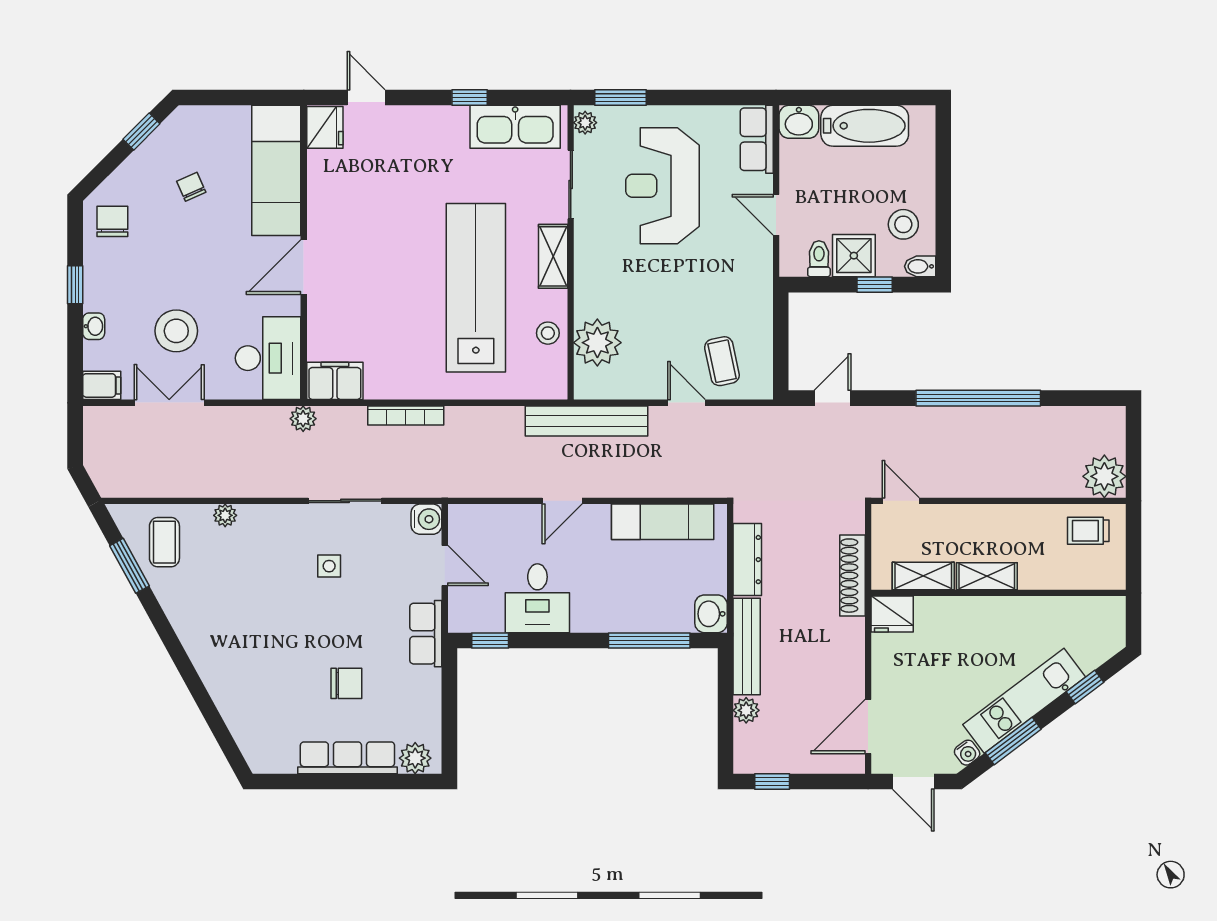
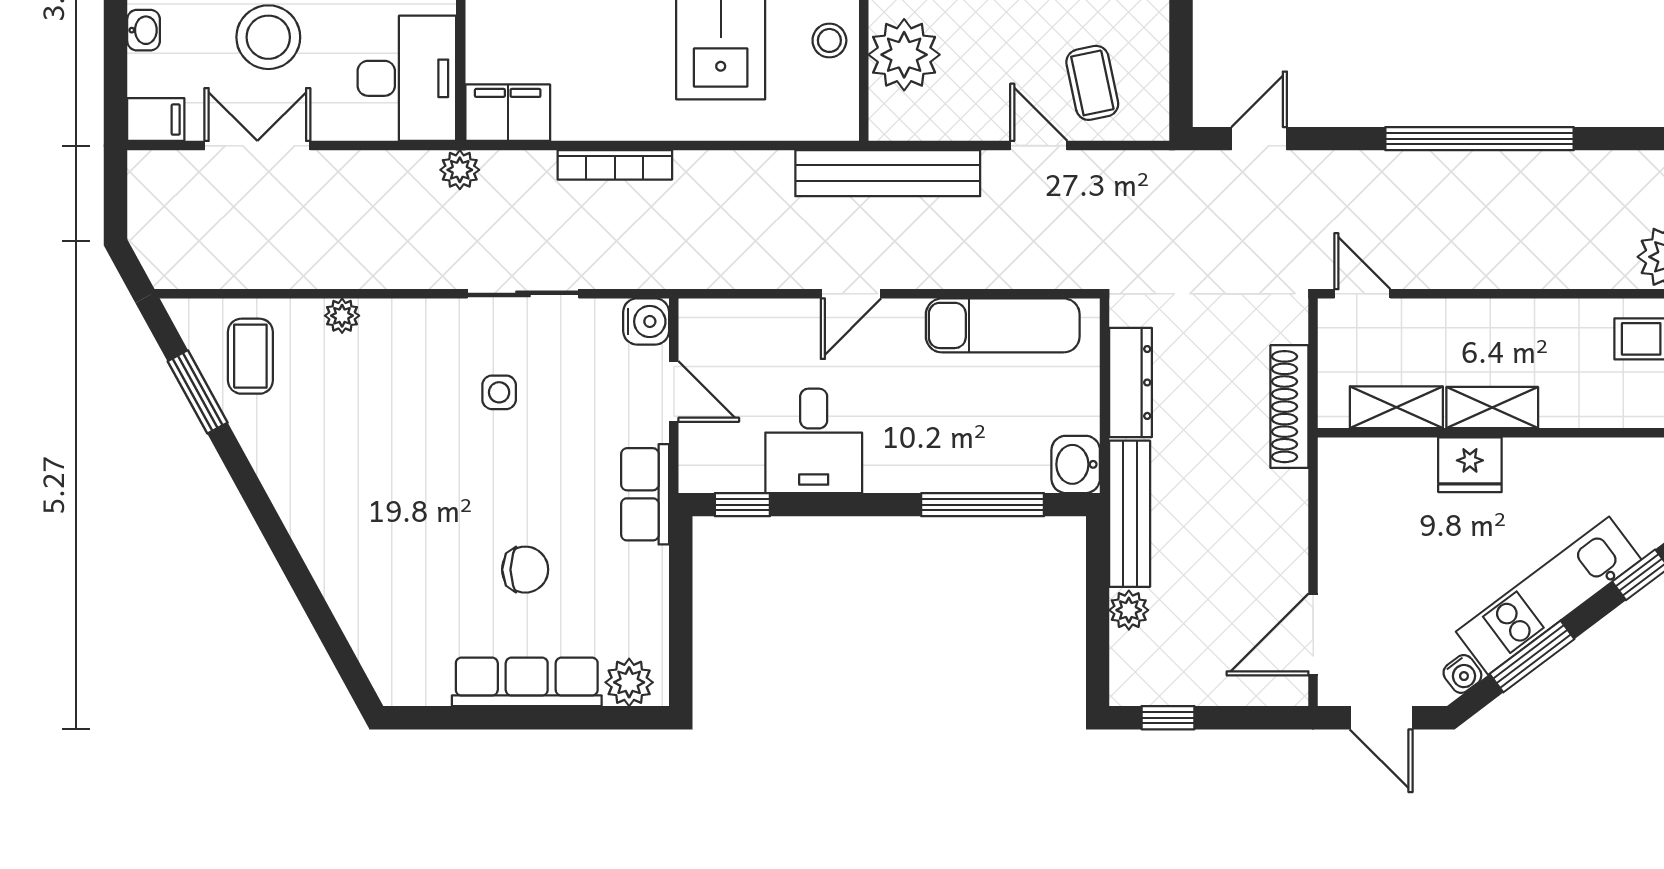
fridge: (892, 614) -> (1470, 465), moved

